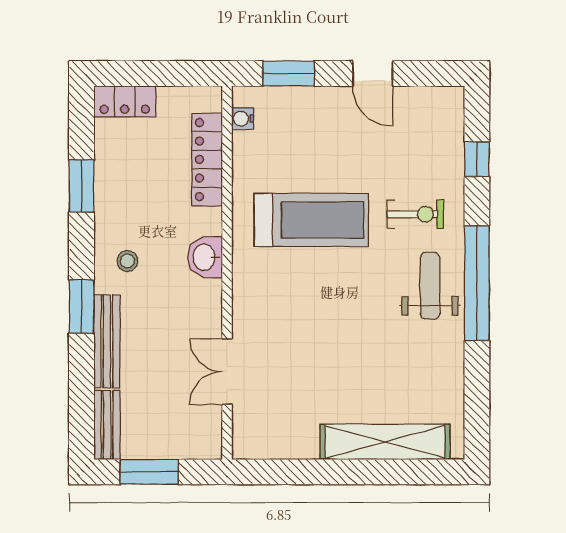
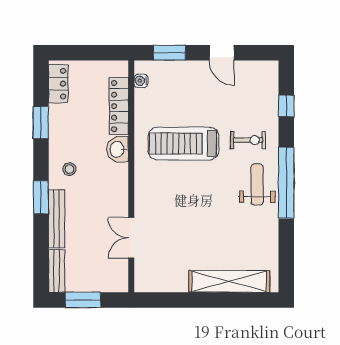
locker: (125, 101) -> (58, 84), moved, turned -90
treadmill: (311, 220) -> (183, 144), turned 180
washbasin: (205, 257) -> (118, 149), moved

